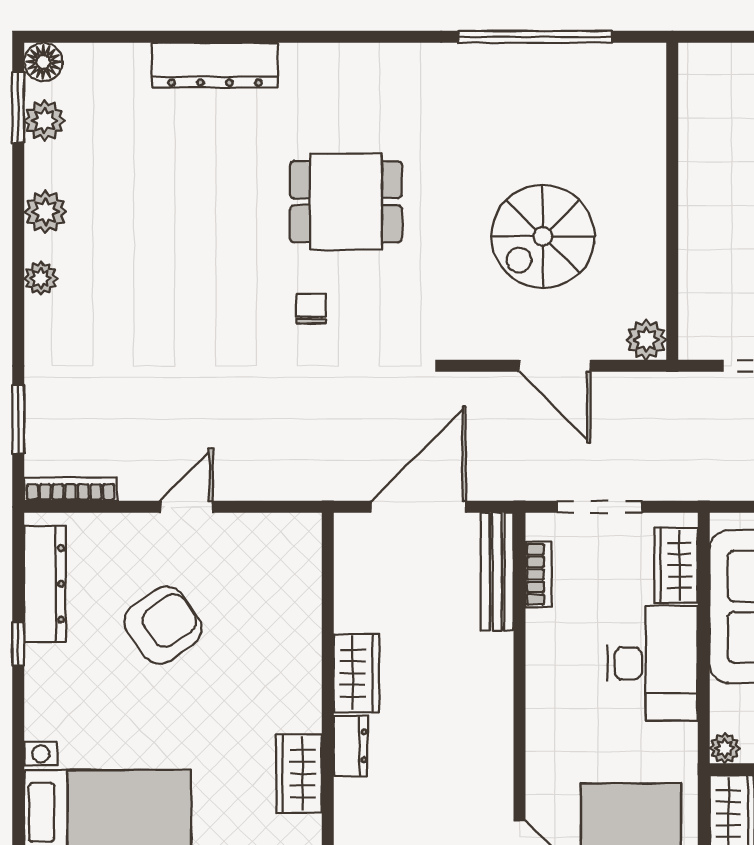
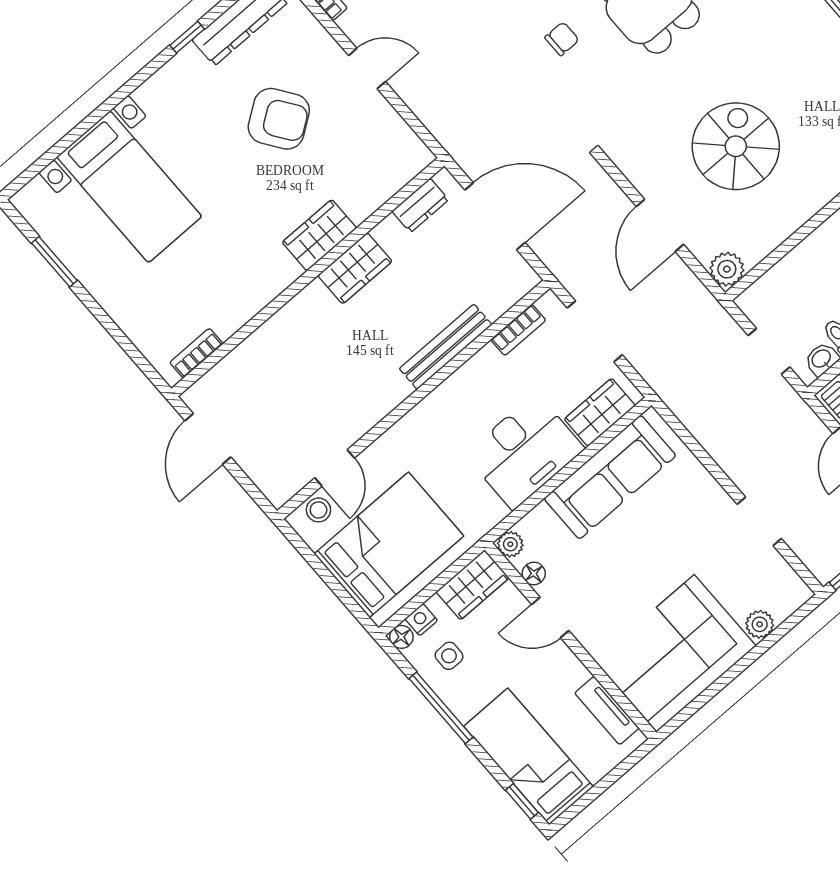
spiral stairs: (543, 236) -> (736, 146), turned 90
bench: (497, 572) -> (446, 347), moved
dresser: (351, 746) -> (420, 205), moved
wardrobe: (299, 774) -> (319, 235), moved

